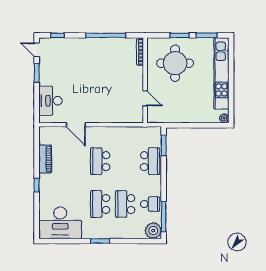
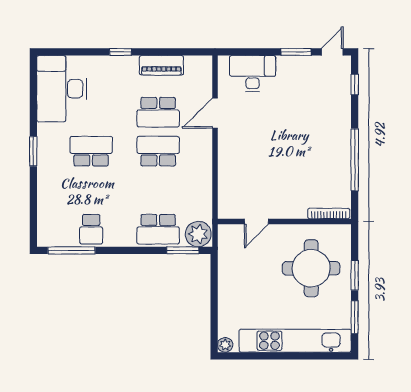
school desk: (125, 204) -> (158, 112), moved, turned 180
plant: (153, 231) -> (198, 234), moved

